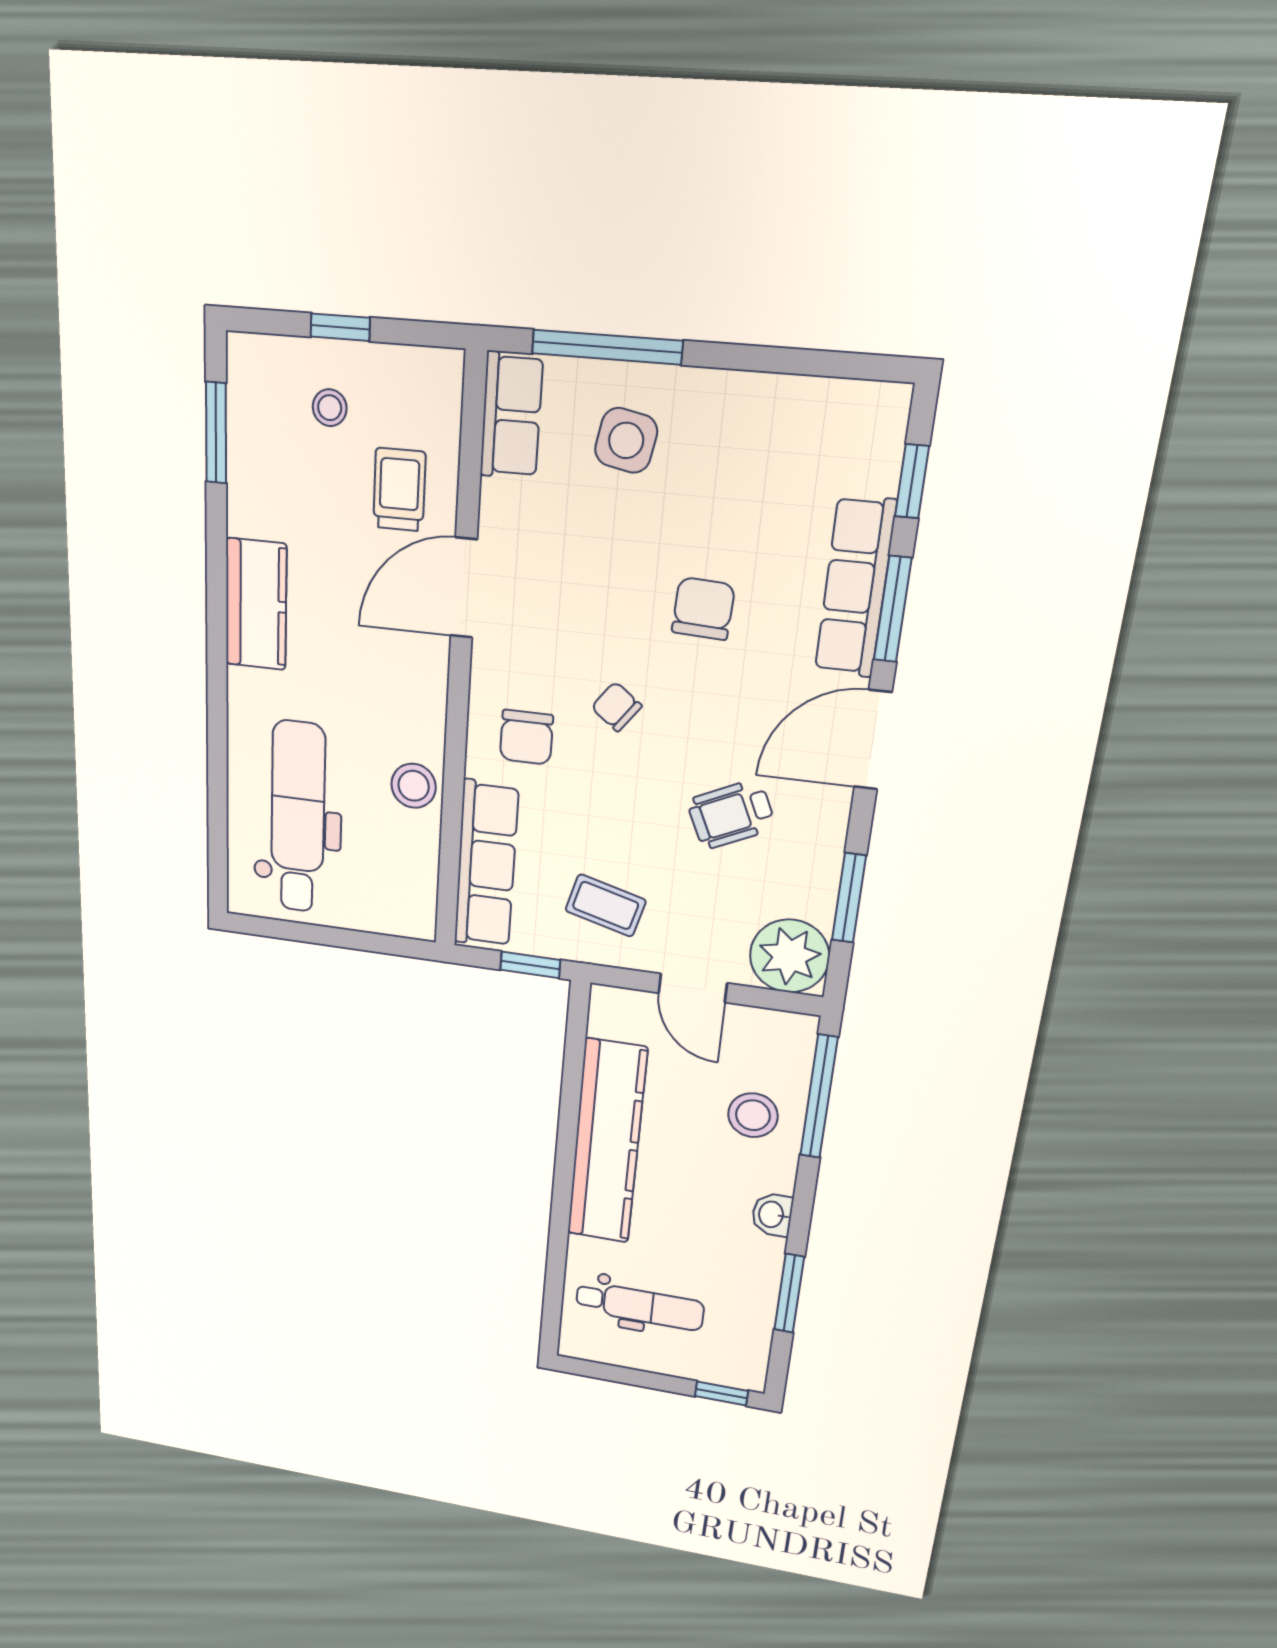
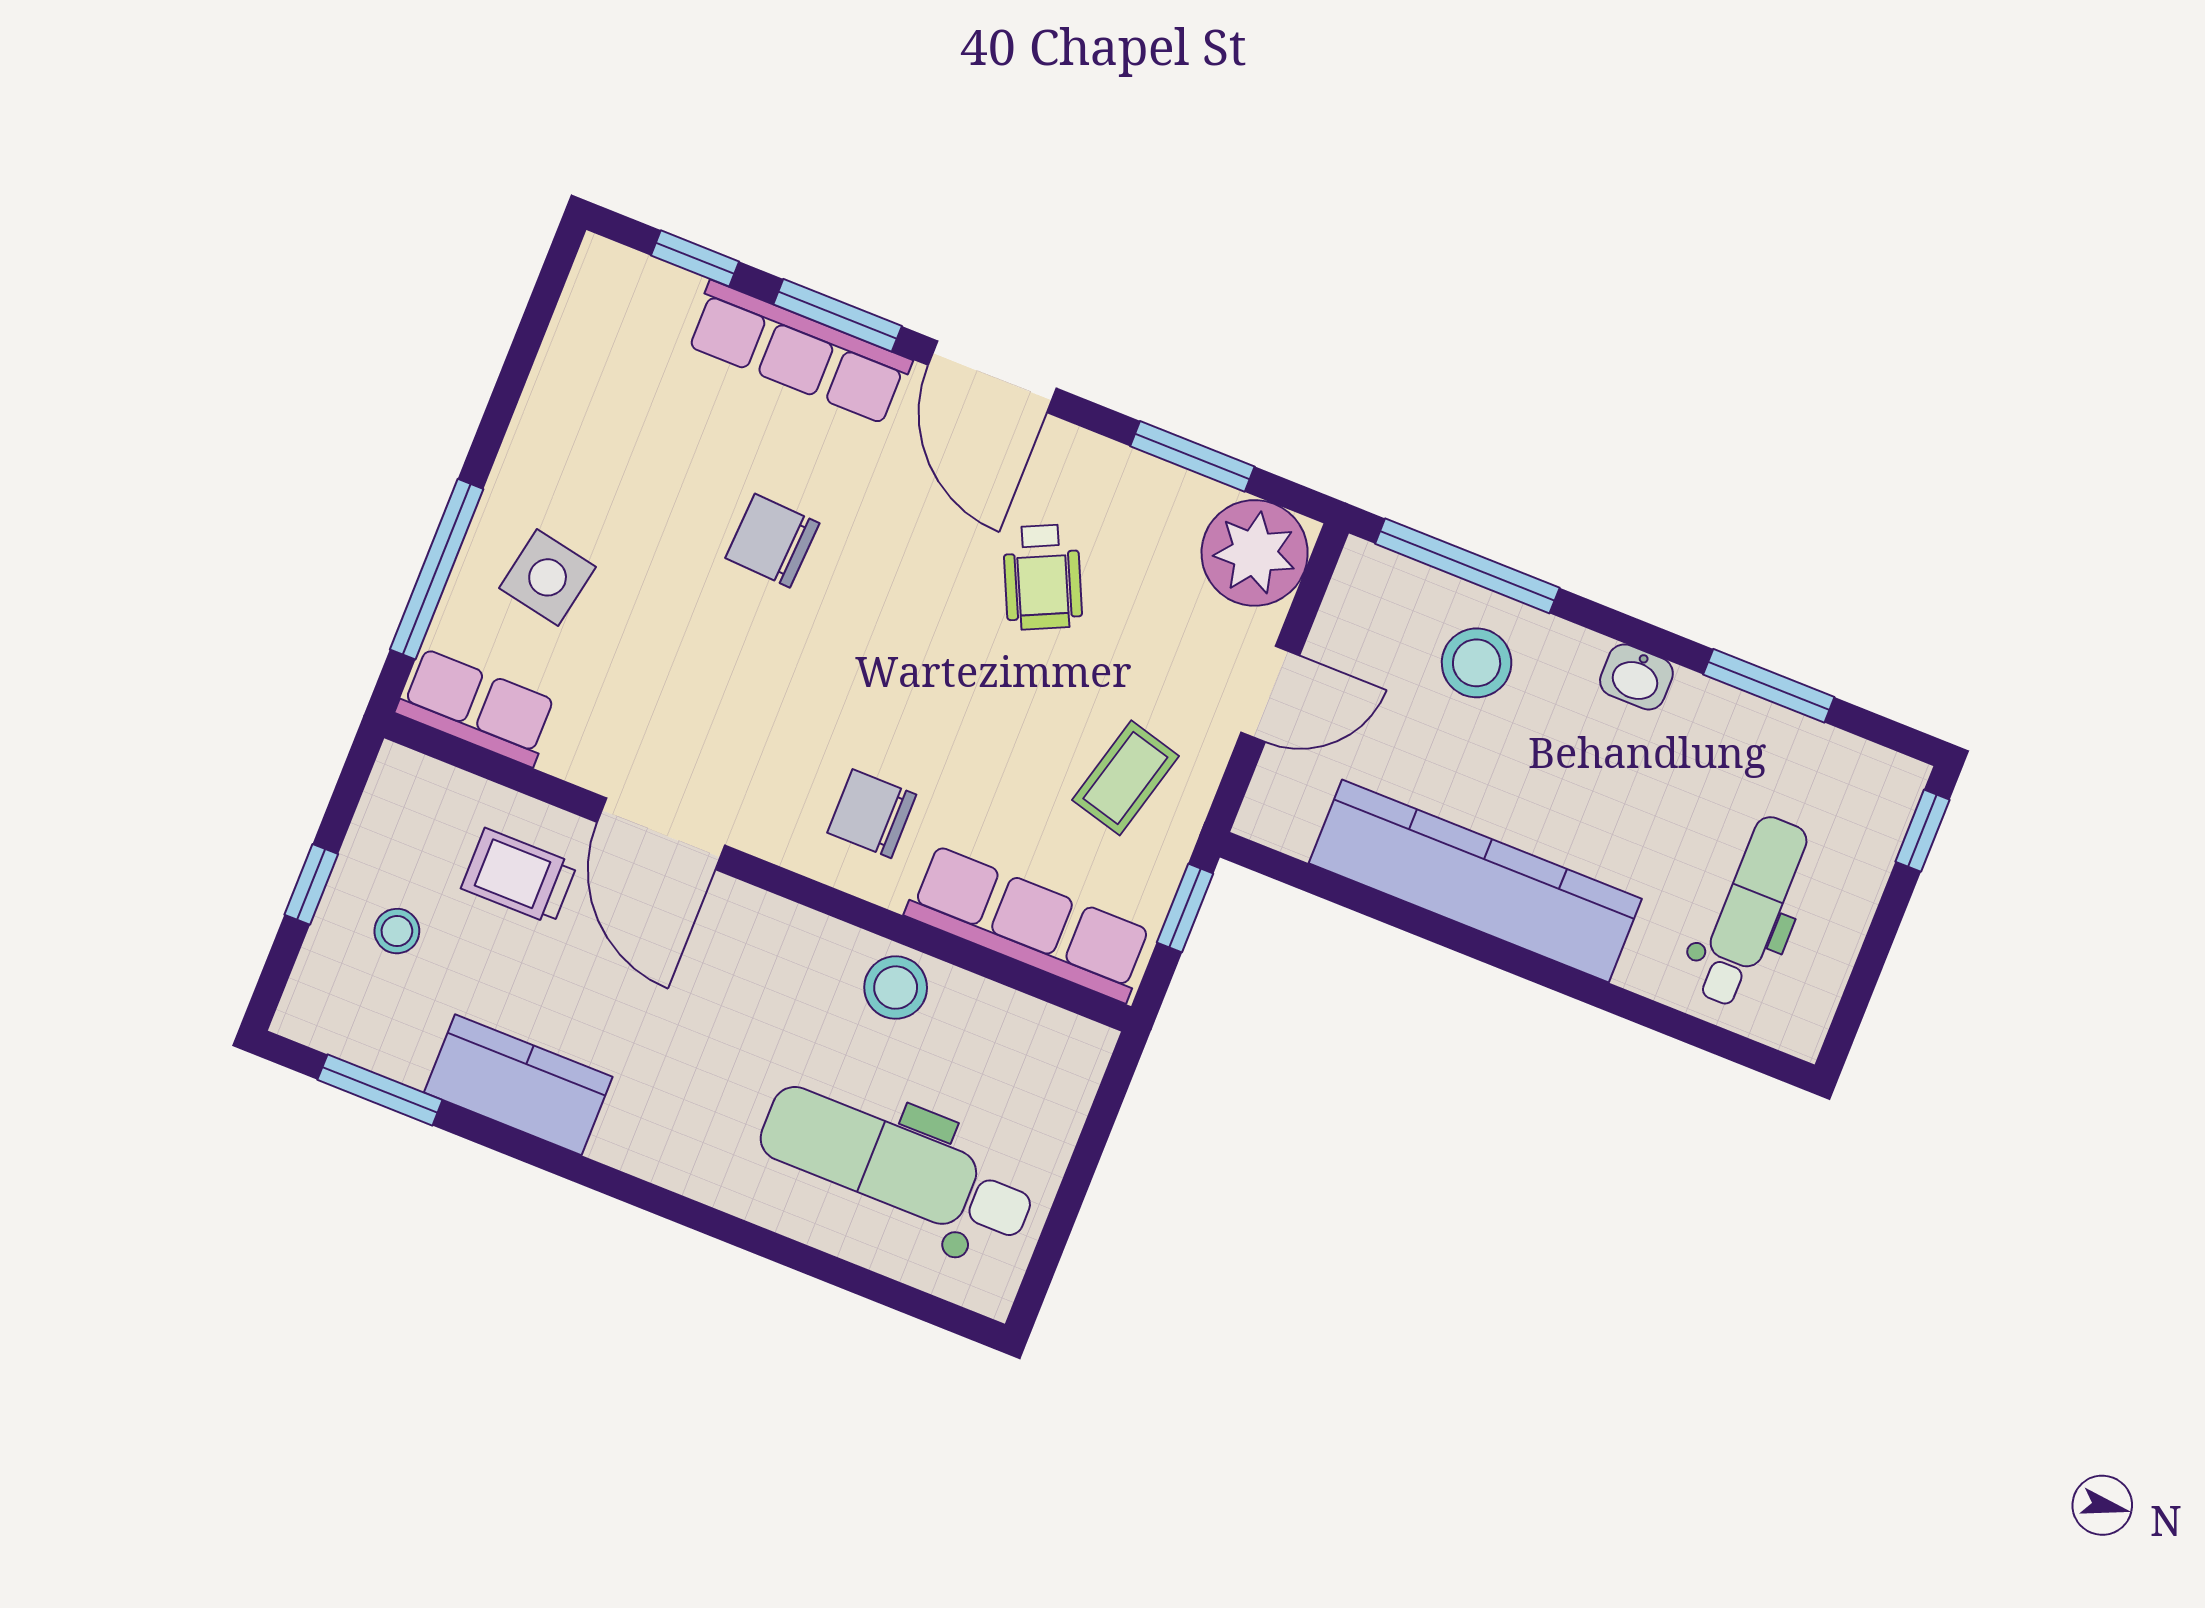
kitchen counter: (256, 604) -> (518, 1085), moved
chair: (616, 707) -> (864, 684), removed
chair: (526, 737) -> (872, 814), turned 180

